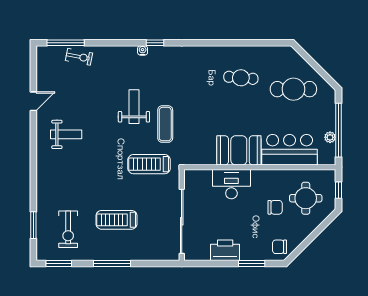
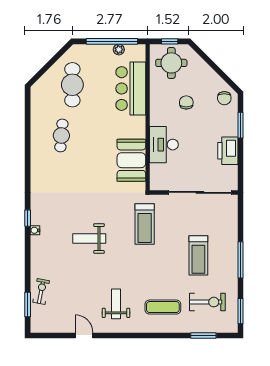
window: (66, 43) -> (28, 304), width x0.69
exercise mat: (165, 124) -> (163, 307), moved
booth: (239, 150) -> (131, 160), moved
round table: (306, 198) -> (171, 63), moved

